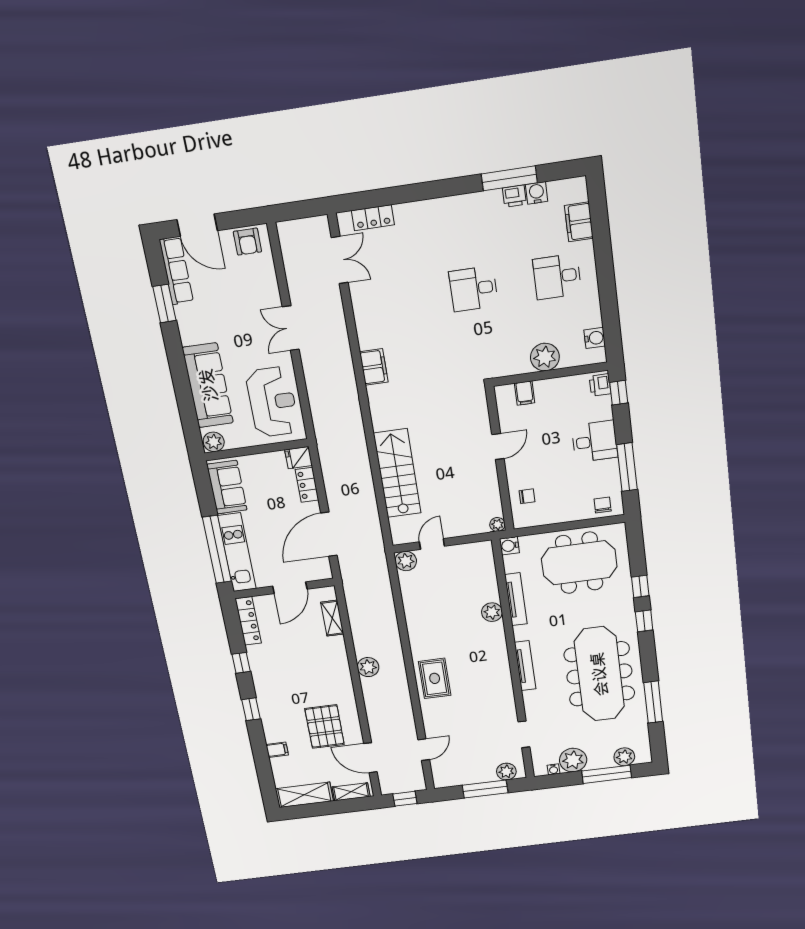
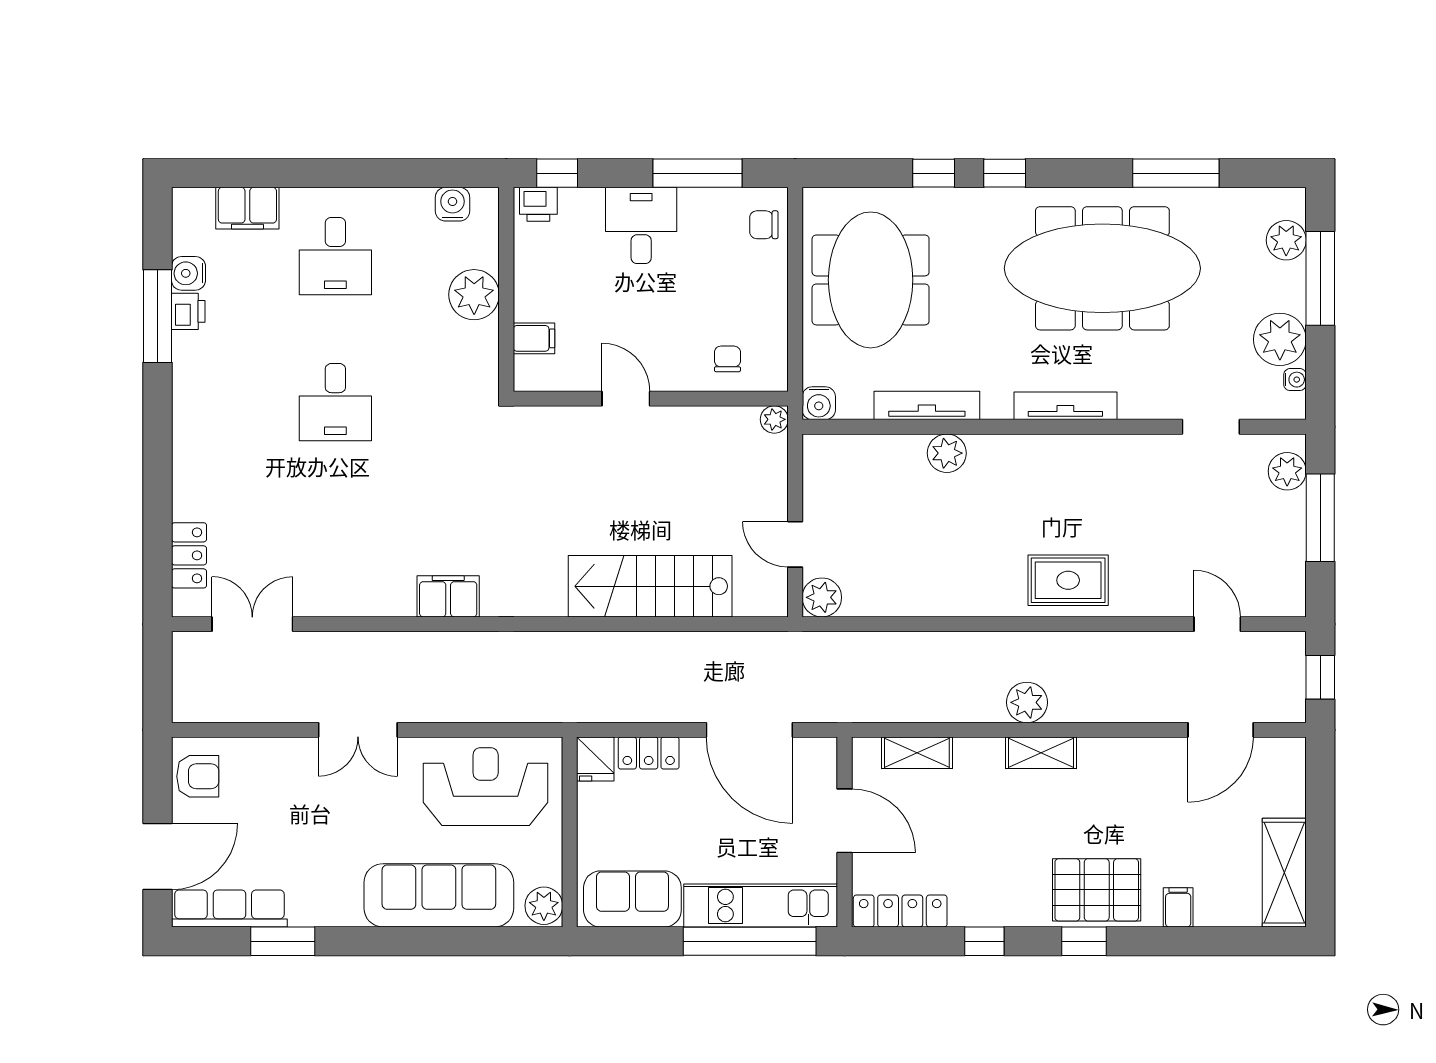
pallet: (325, 727) -> (1097, 890), moved
shelving: (351, 792) -> (1041, 753), moved, turned 90

